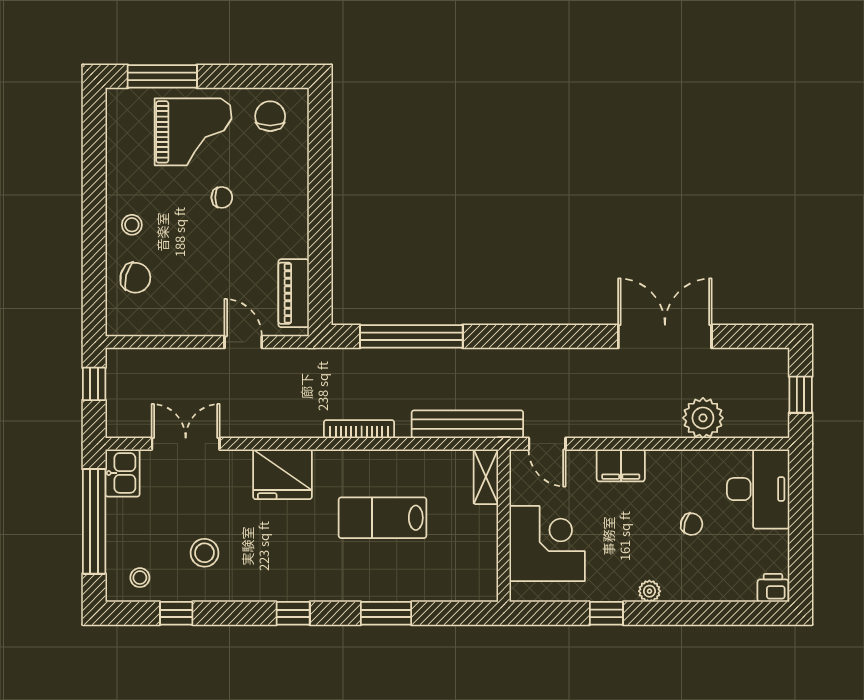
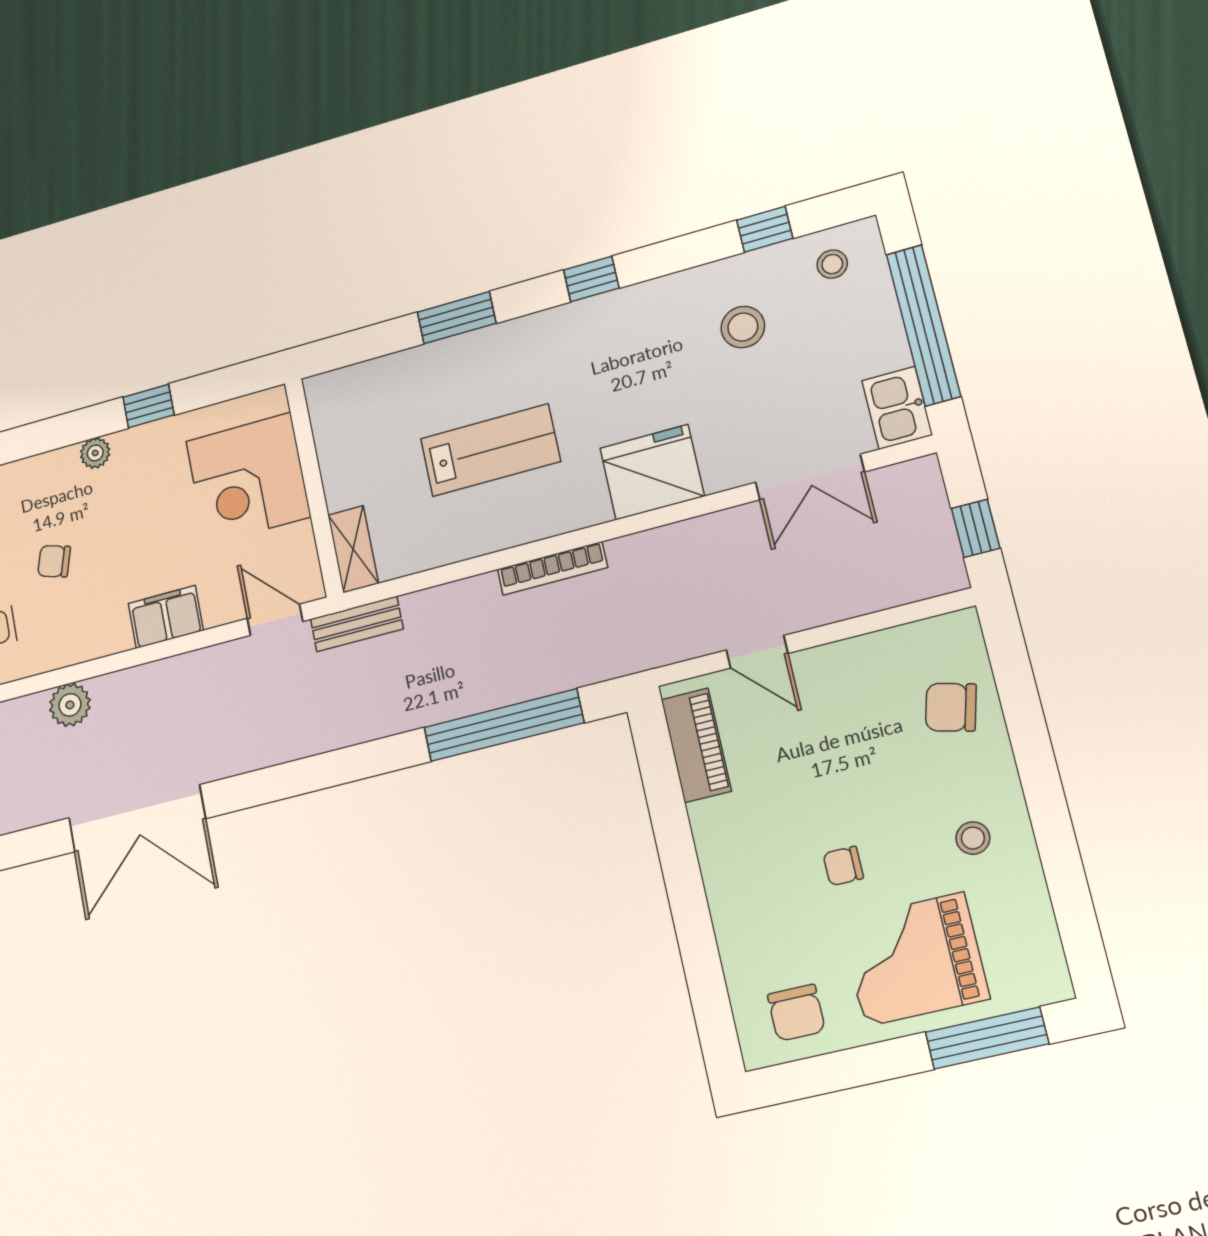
stool: (132, 225) -> (973, 838), moved
plant: (703, 418) -> (70, 705), width x0.73, depth x0.73
bench: (467, 424) -> (357, 624), width x0.54, depth x0.82

